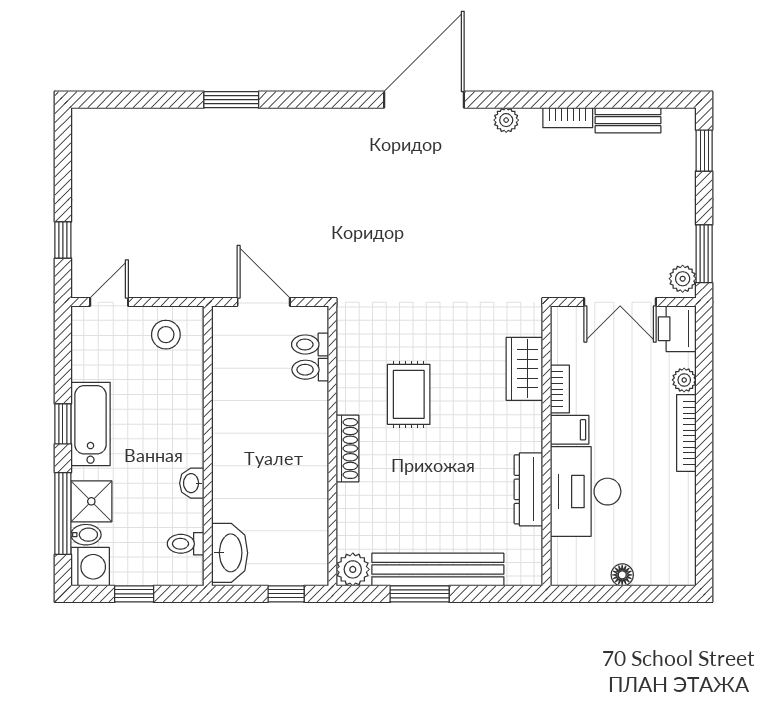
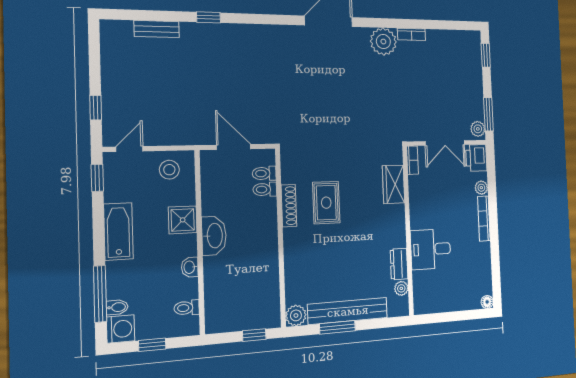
window: (231, 100) -> (208, 17), width x0.67
plant: (506, 120) -> (383, 42), width x1.88, depth x1.88
bench: (628, 120) -> (157, 29), moved
bookcase: (560, 389) -> (412, 160), moved
window: (63, 424) -> (97, 178), moved
filing cabinet: (570, 430) -> (420, 220), removed
shoe rack: (348, 449) -> (289, 206), moved
dresser: (528, 489) -> (399, 264), width x0.70
desk: (586, 492) -> (431, 249), width x0.73
shower: (91, 501) -> (183, 220), moved
plant: (531, 540) -> (401, 288), added
washbasin: (230, 553) -> (214, 236), moved
floor lamp: (622, 575) -> (487, 302), moved

